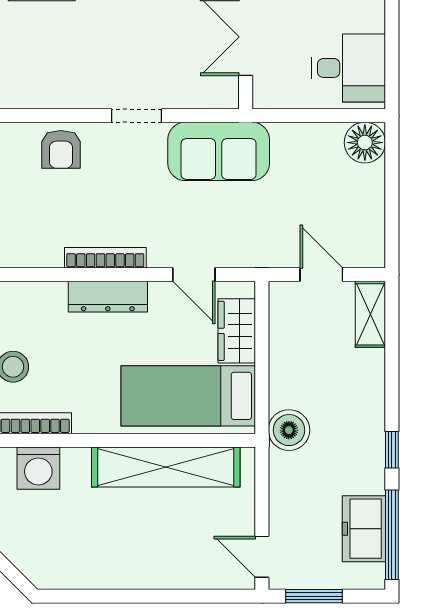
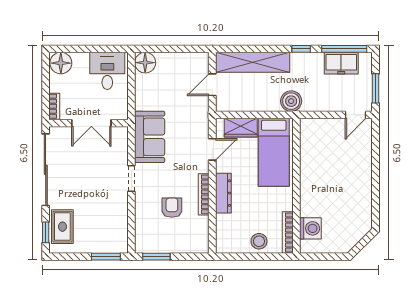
armchair: (61, 149) -> (172, 208), moved, turned -90
shelving: (370, 314) -> (253, 62), width x2.20, depth x1.33
shelving: (166, 467) -> (310, 164), removed

